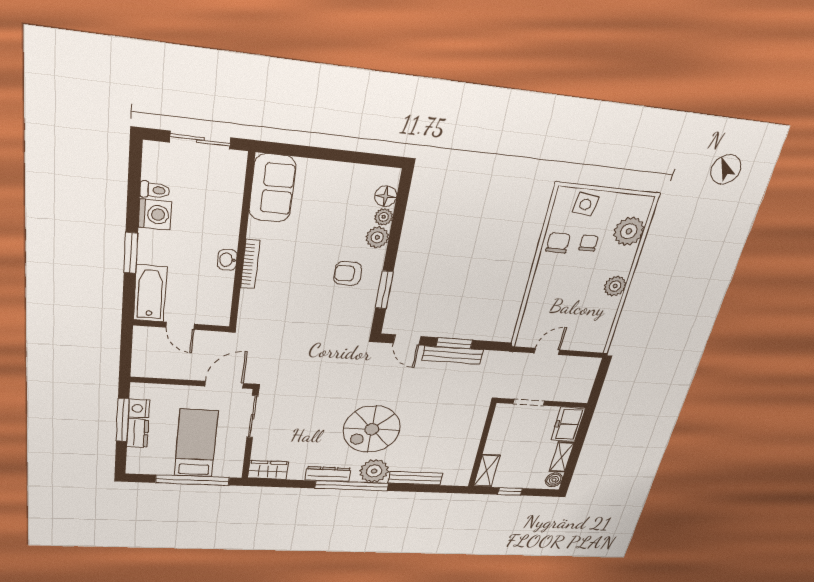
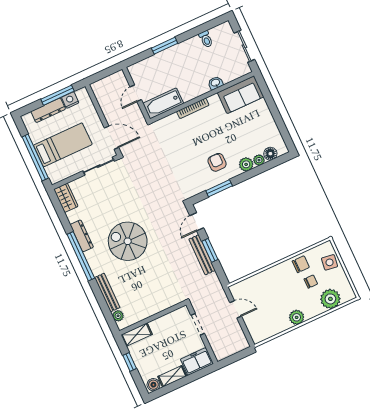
washing machine: (155, 214) -> (193, 46), removed
washbasin: (227, 260) -> (215, 83), moved
bathtub: (150, 293) -> (163, 103), moved, turned 180
dresser: (138, 433) -> (48, 110), width x1.44
plant: (374, 471) -> (118, 316), moved, width x0.53, depth x0.53

